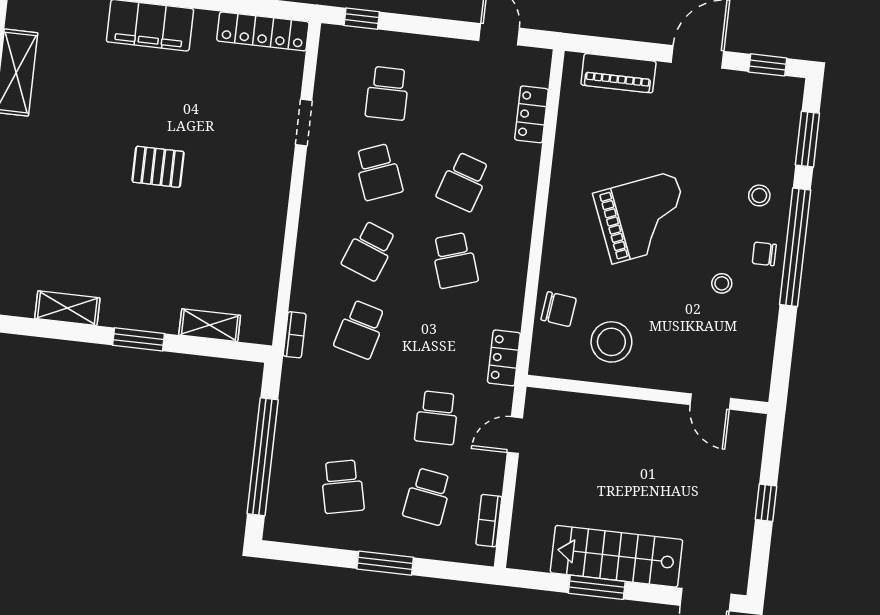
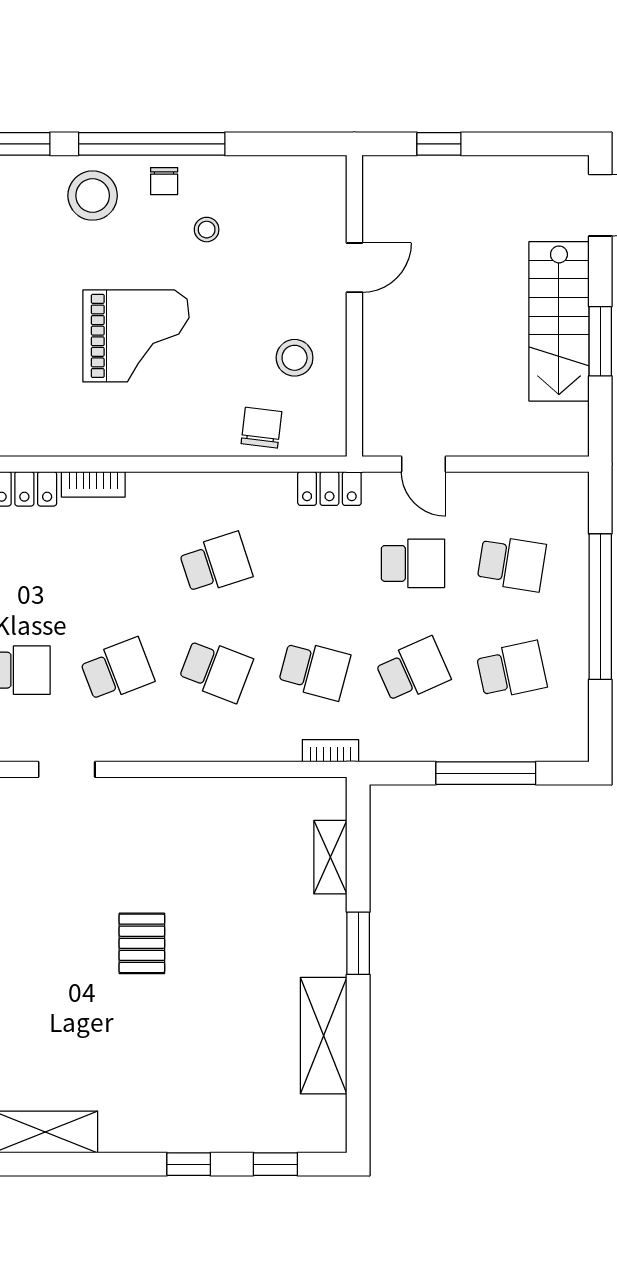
school desk: (463, 182) -> (413, 670), moved, turned -42
stool: (759, 195) -> (93, 196), width x1.89, depth x1.89
grand piano: (643, 217) -> (136, 336), turned 112
shelving: (67, 308) -> (324, 1036), width x1.50, depth x1.33
stool: (611, 342) -> (295, 358), width x0.73, depth x0.73
door: (710, 402) -> (354, 268), moved
window: (263, 457) -> (486, 773), width x0.68
window: (766, 503) -> (439, 144), moved
bookcase: (489, 521) -> (93, 484), moved
window: (385, 563) -> (600, 607), width x2.11

